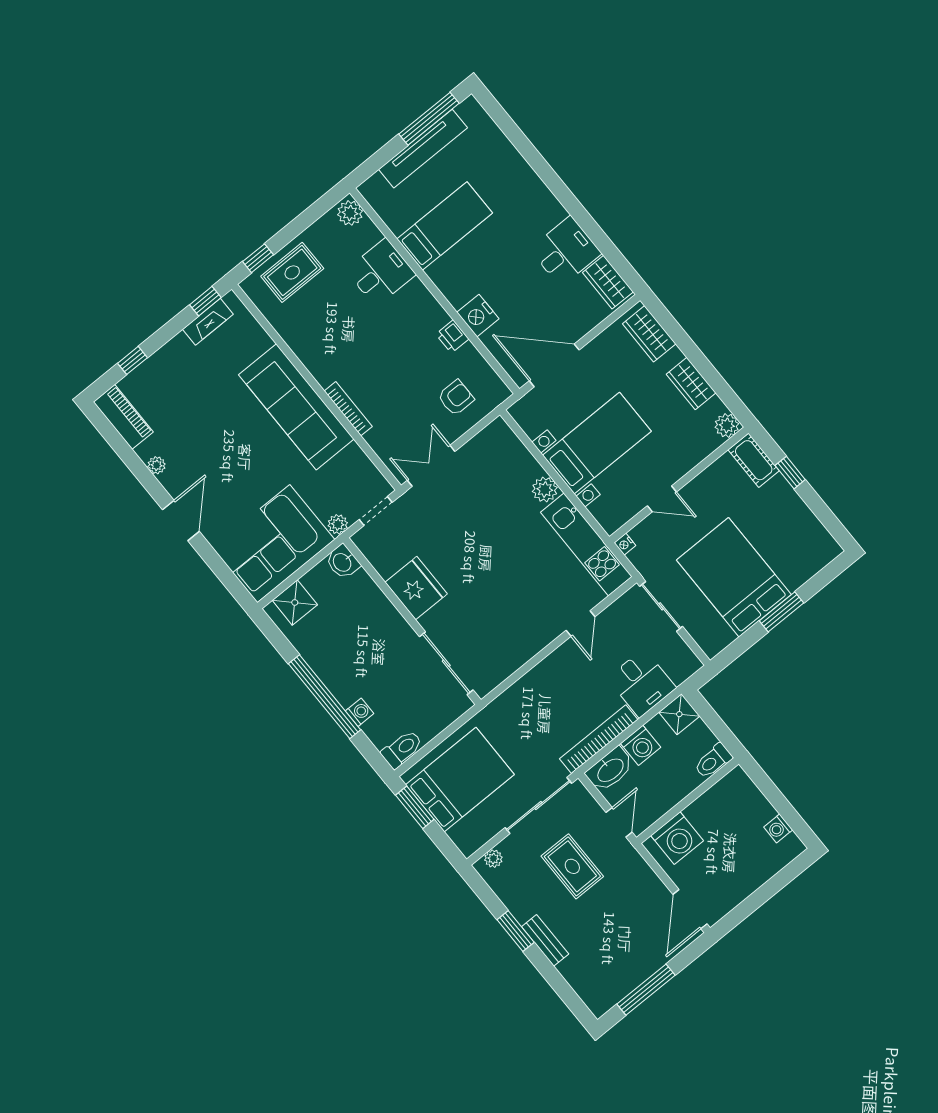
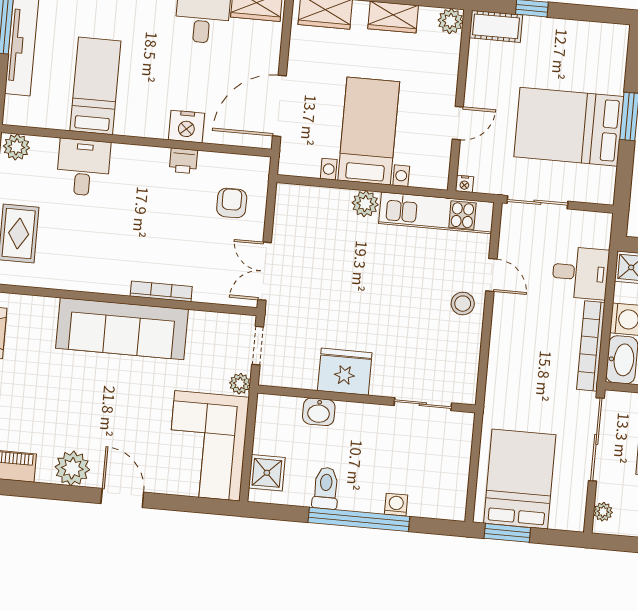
plant: (157, 465) -> (72, 468), width x1.88, depth x1.88
washbasin: (343, 562) -> (319, 412), moved
stool: (542, 623) -> (463, 304), added
sliding door: (446, 663) -> (423, 404), width x0.73
toilet: (402, 749) -> (326, 488), moved

